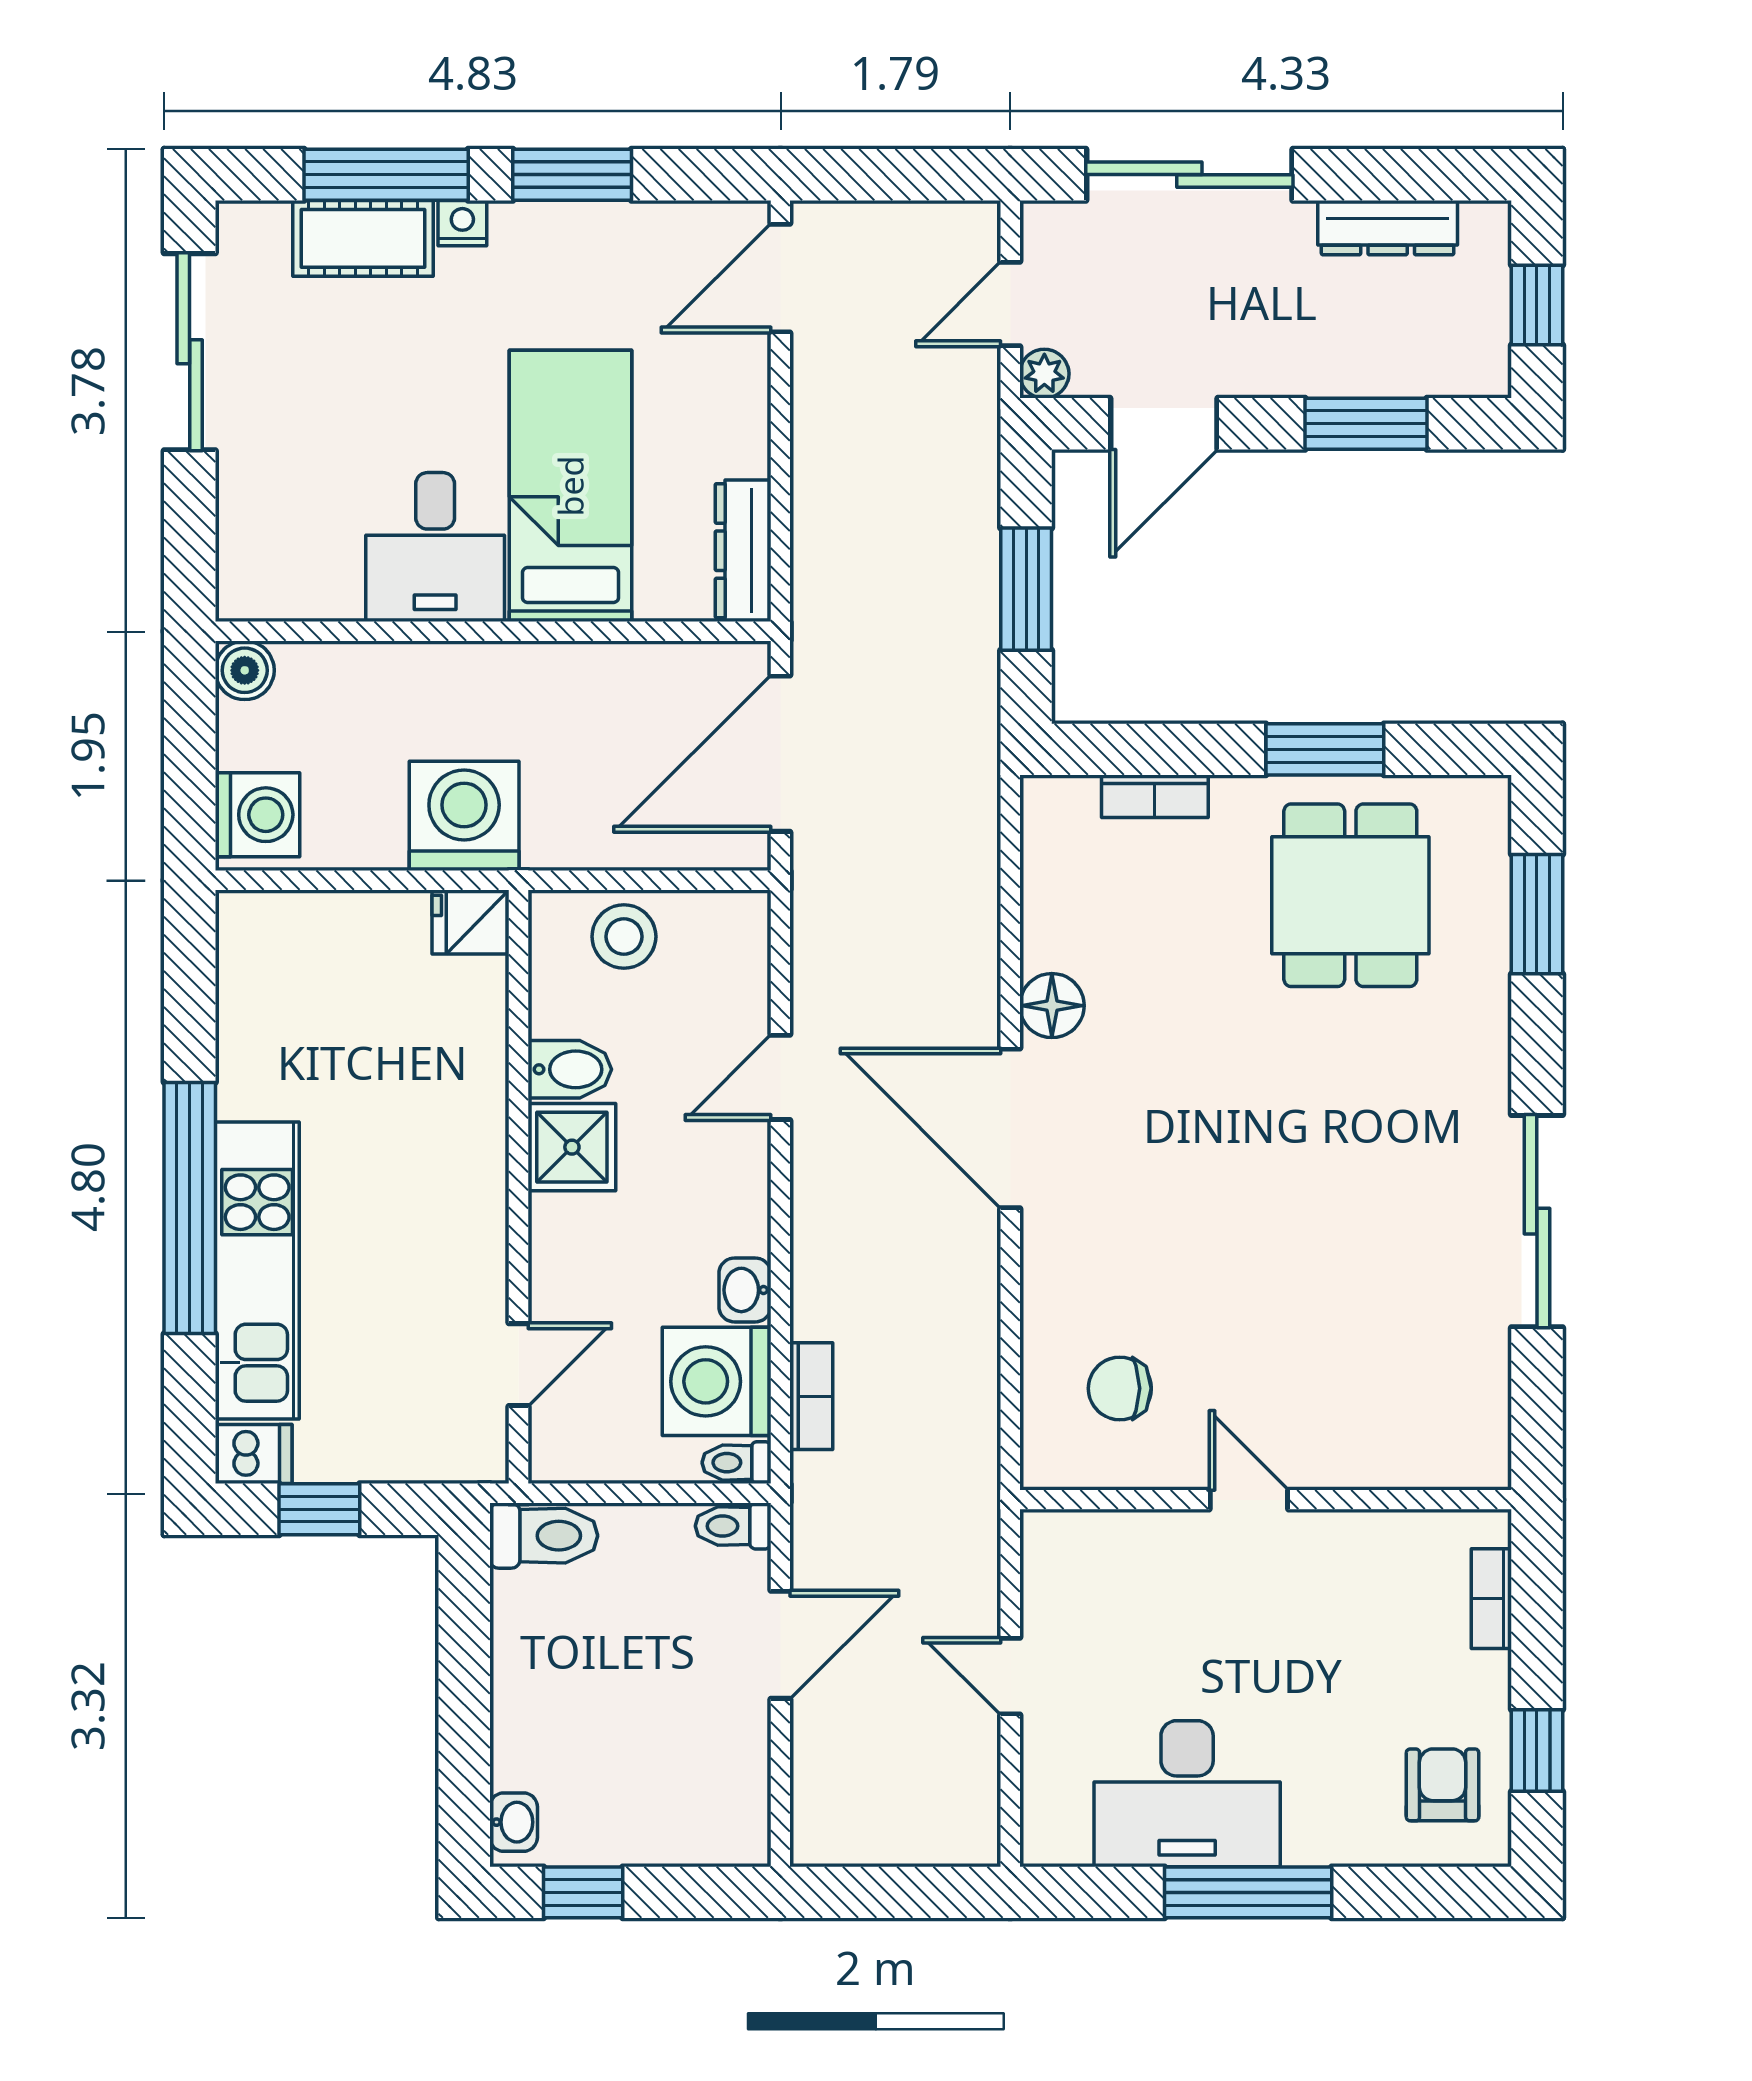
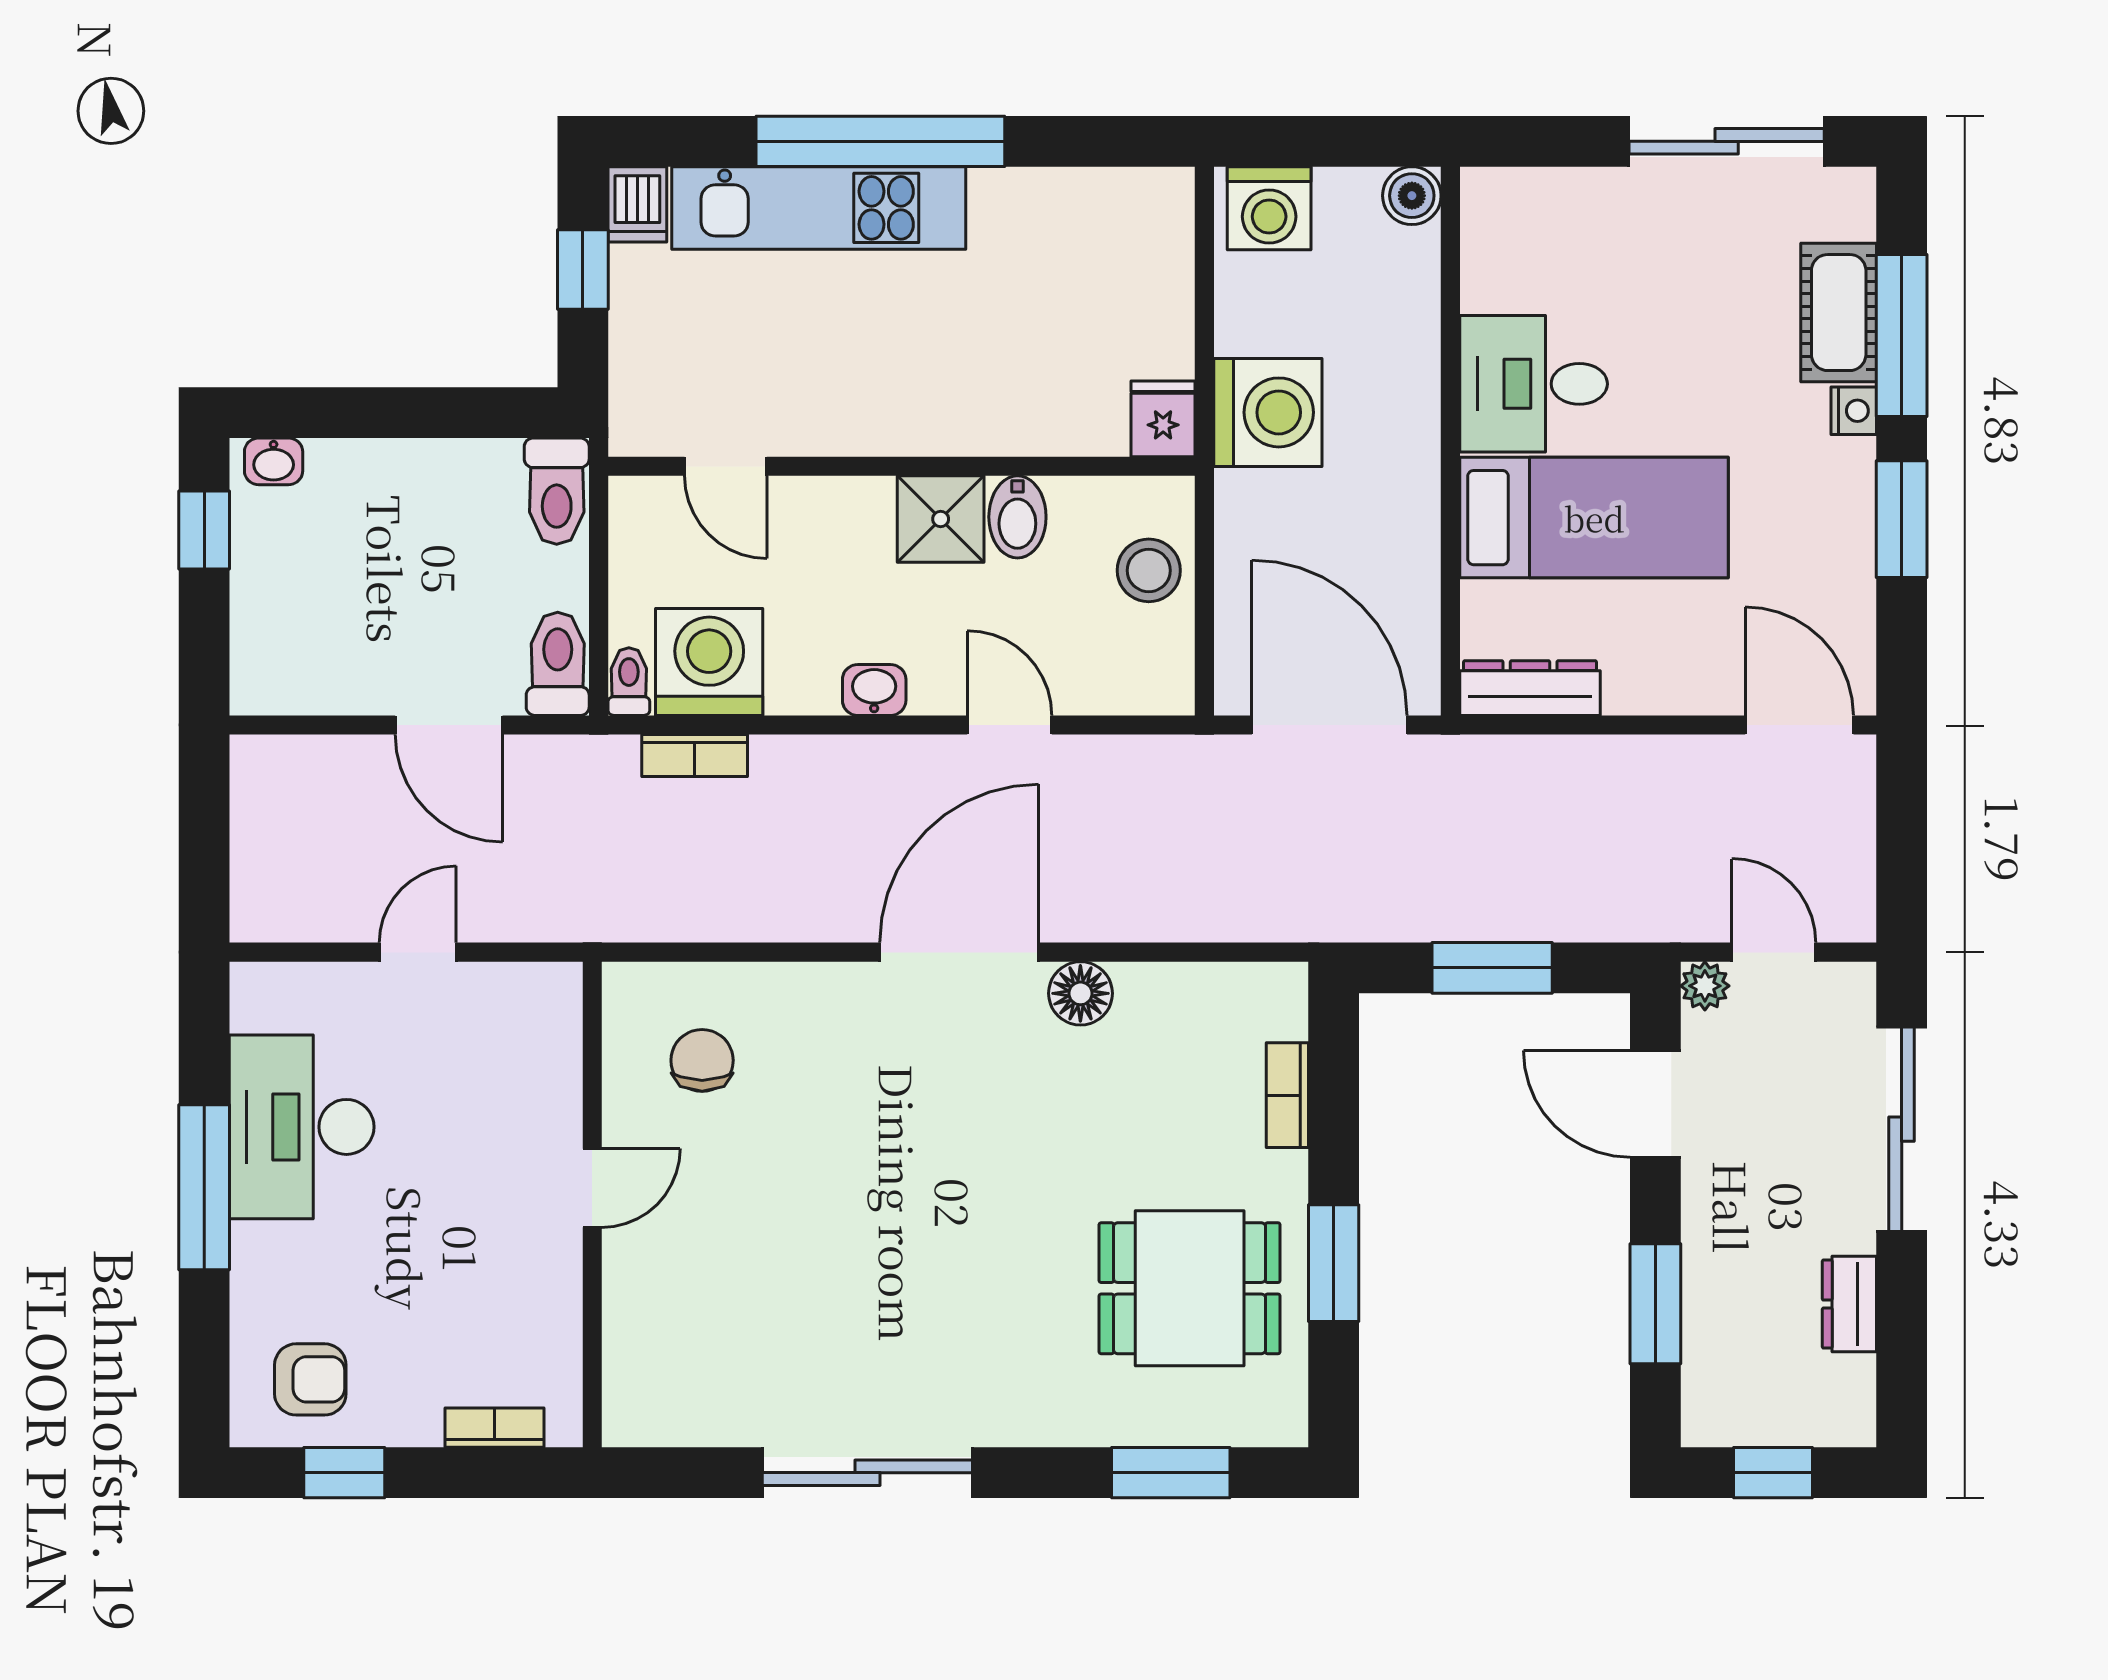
dresser: (1388, 228) -> (1849, 1304), width x0.70
washbasin: (745, 1290) -> (874, 690), moved
toilet: (733, 1526) -> (558, 664), width x1.37, depth x1.39

